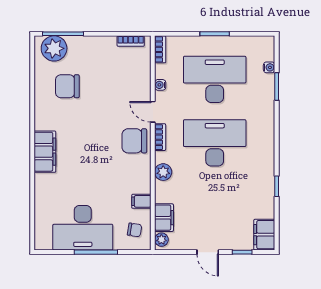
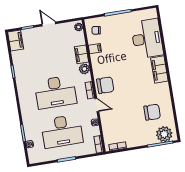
filing cabinet: (164, 218) -> (81, 54), moved
desk: (83, 228) -> (147, 39), moved, turned 90

